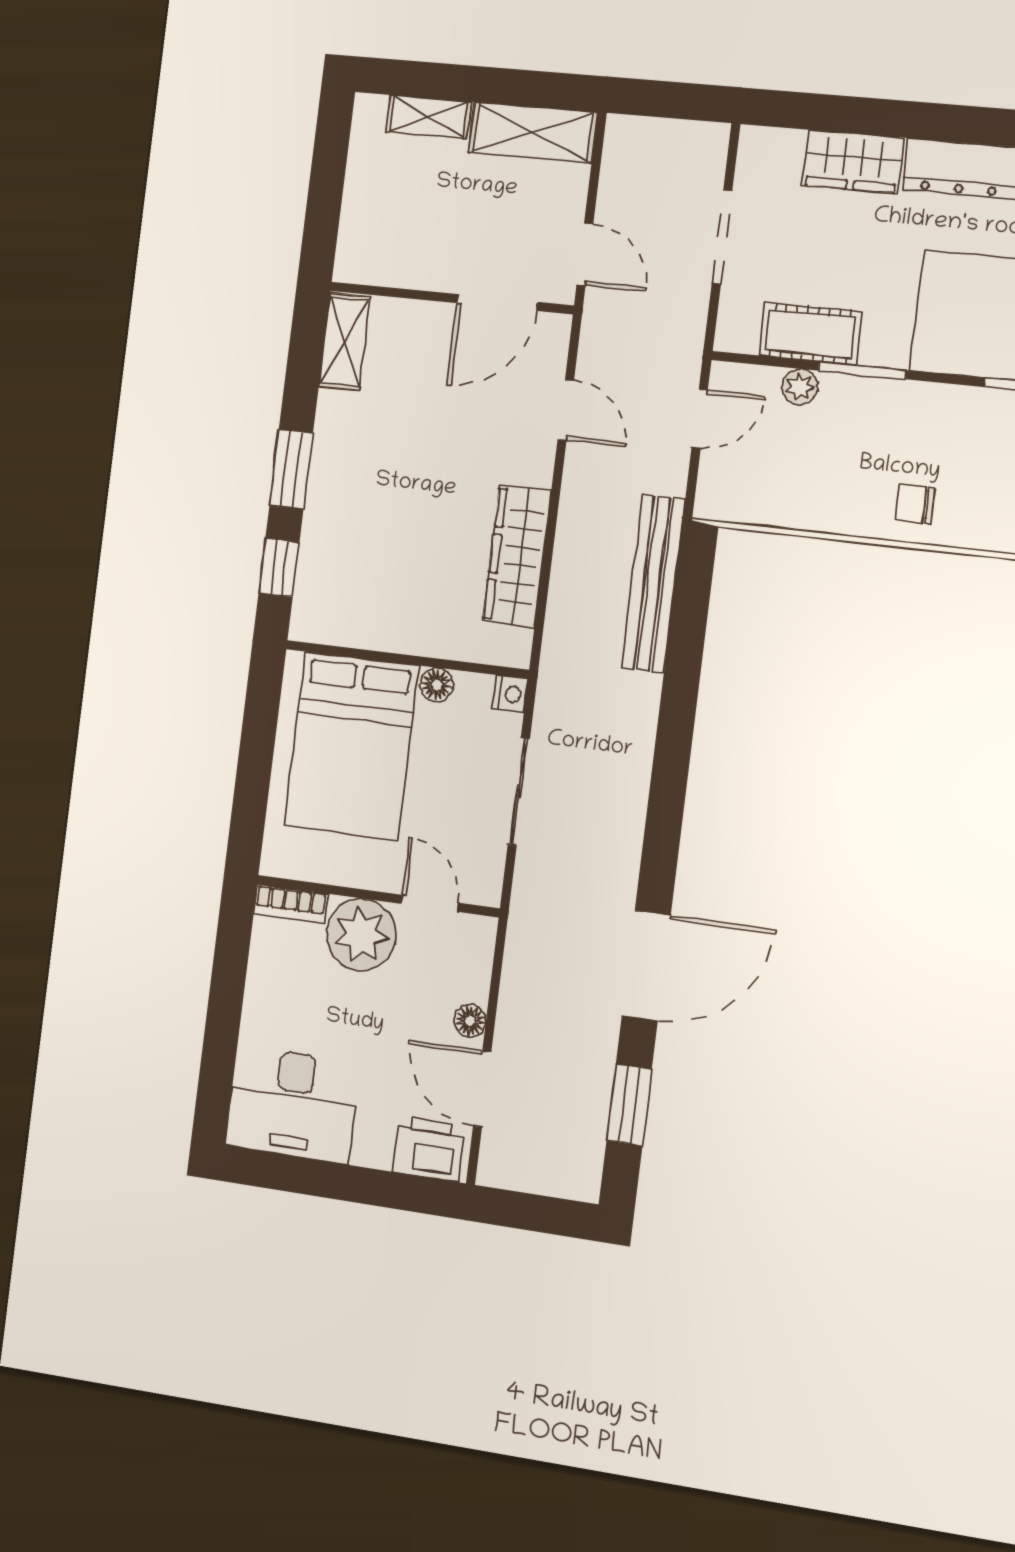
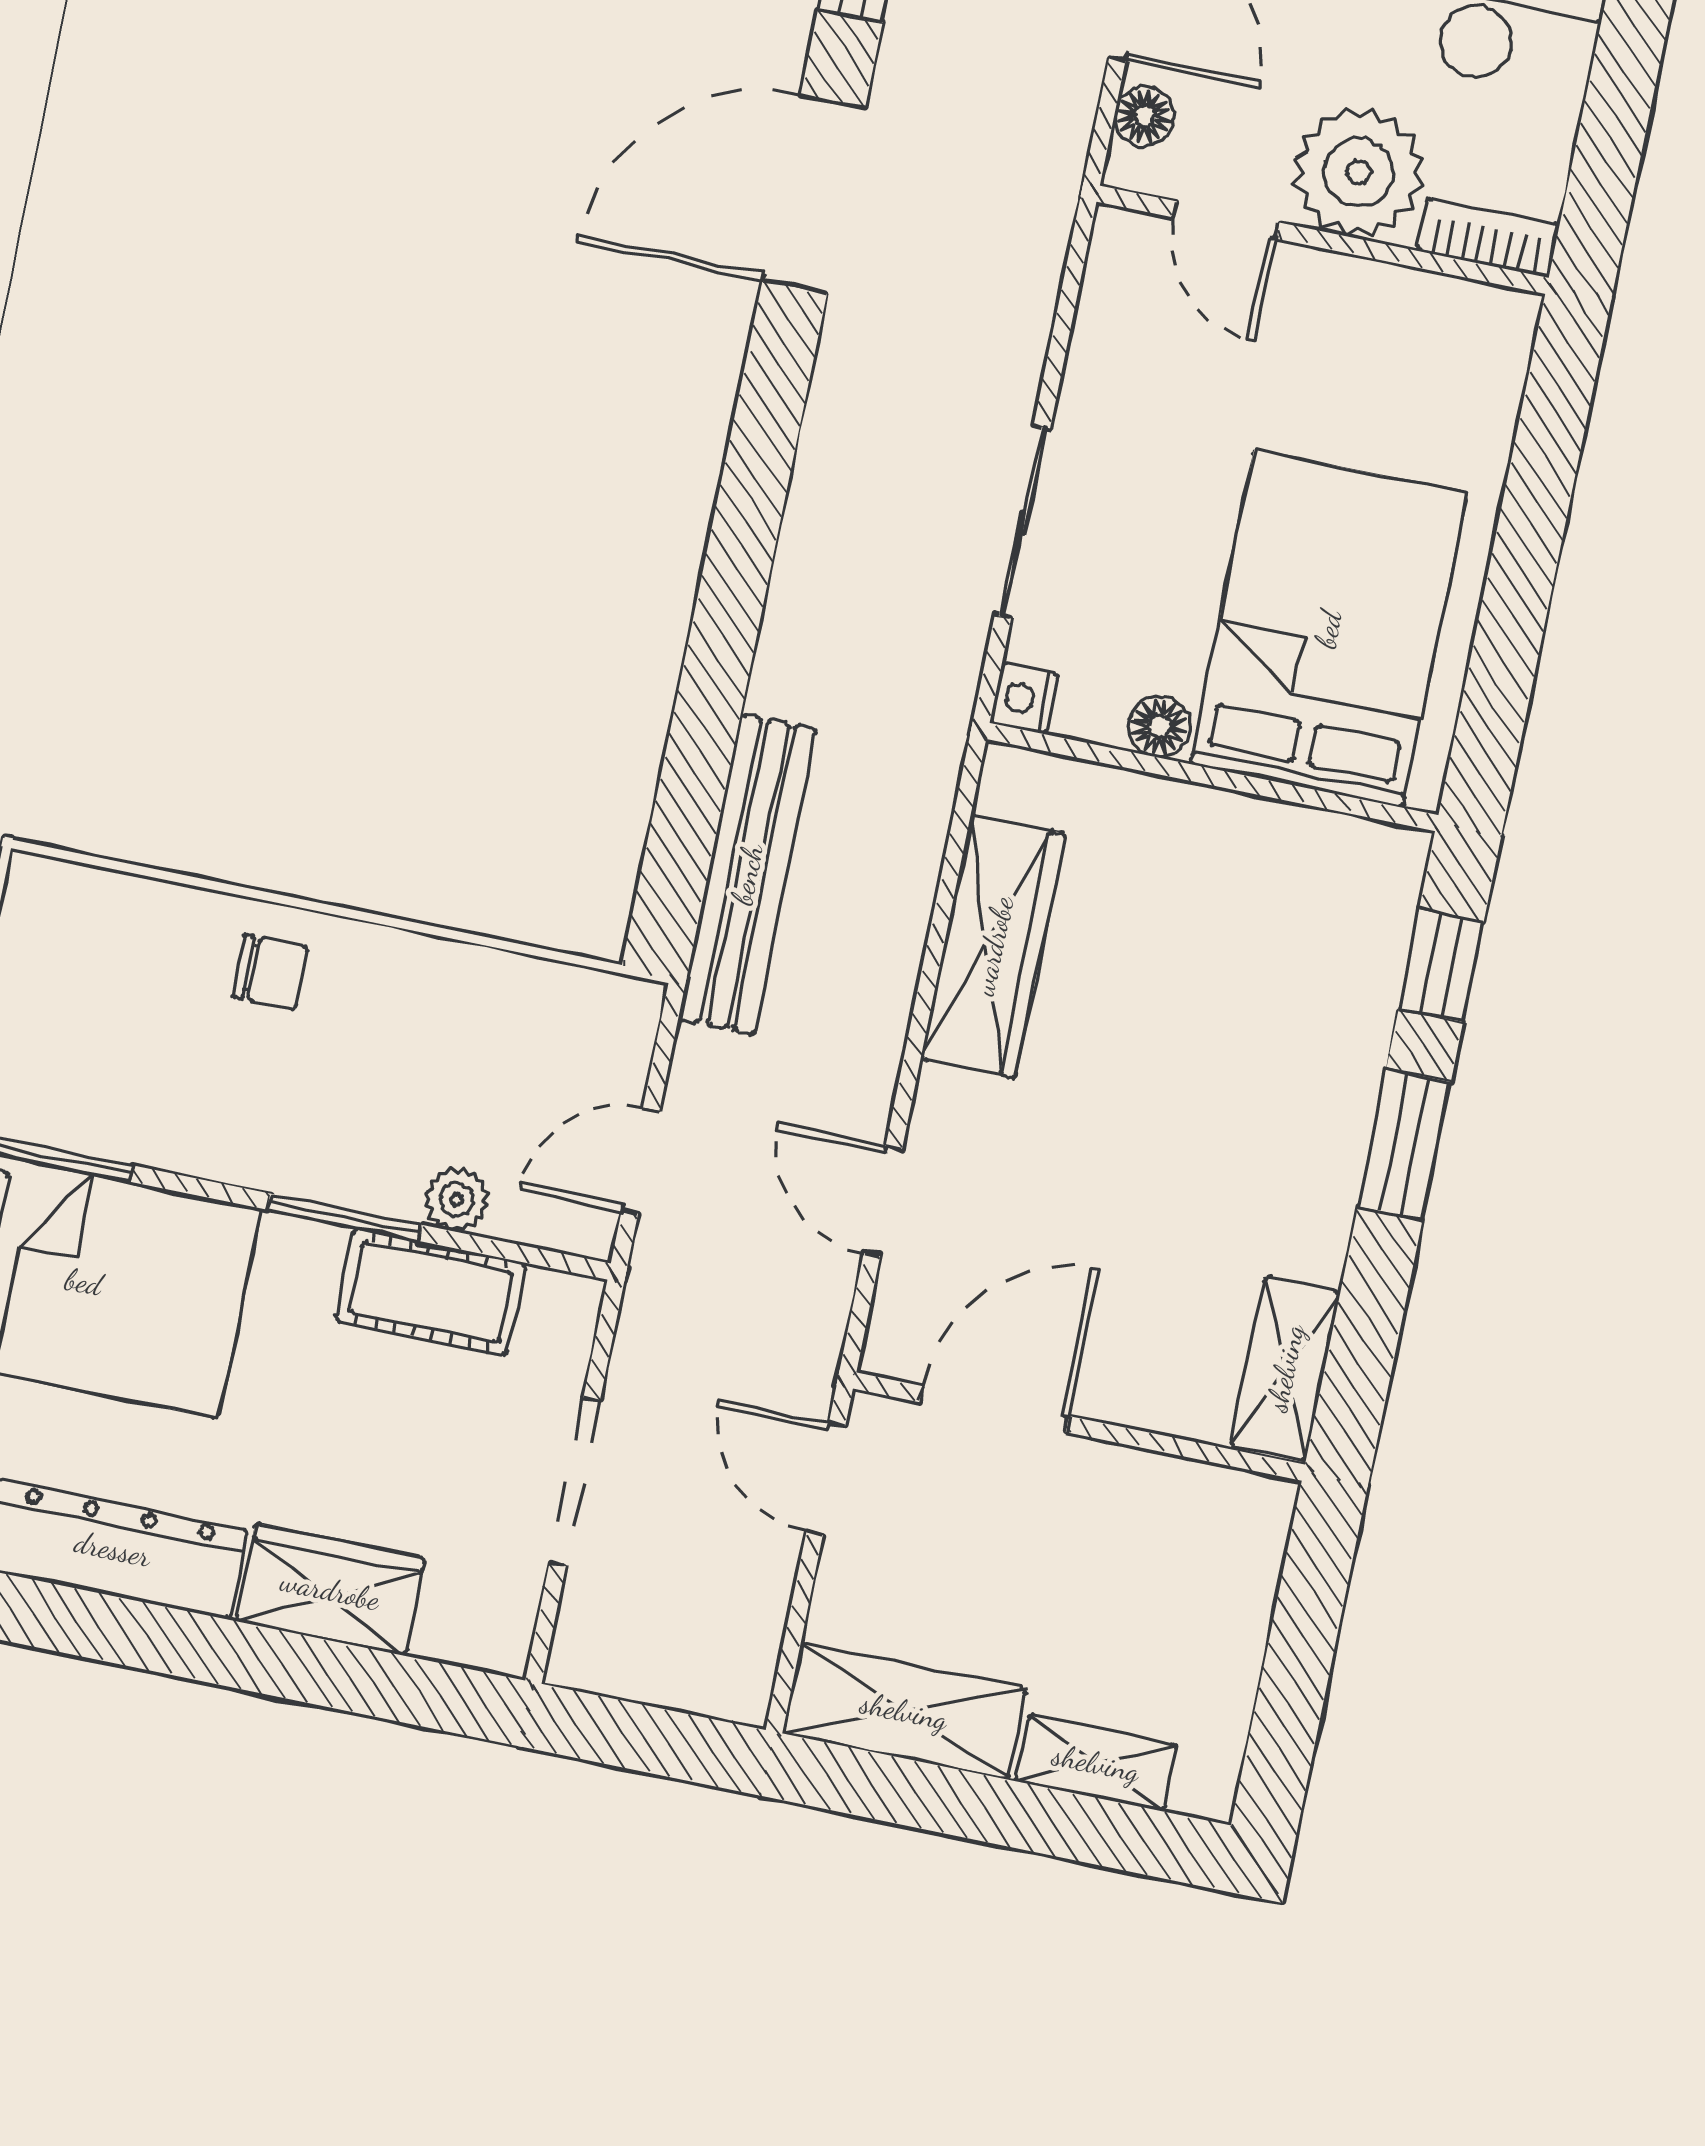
wall: (378, 896) -> (1323, 240), moved
door: (429, 903) -> (1226, 220), moved
bookcase: (291, 904) -> (1488, 238), moved
plant: (361, 935) -> (1359, 172), moved

